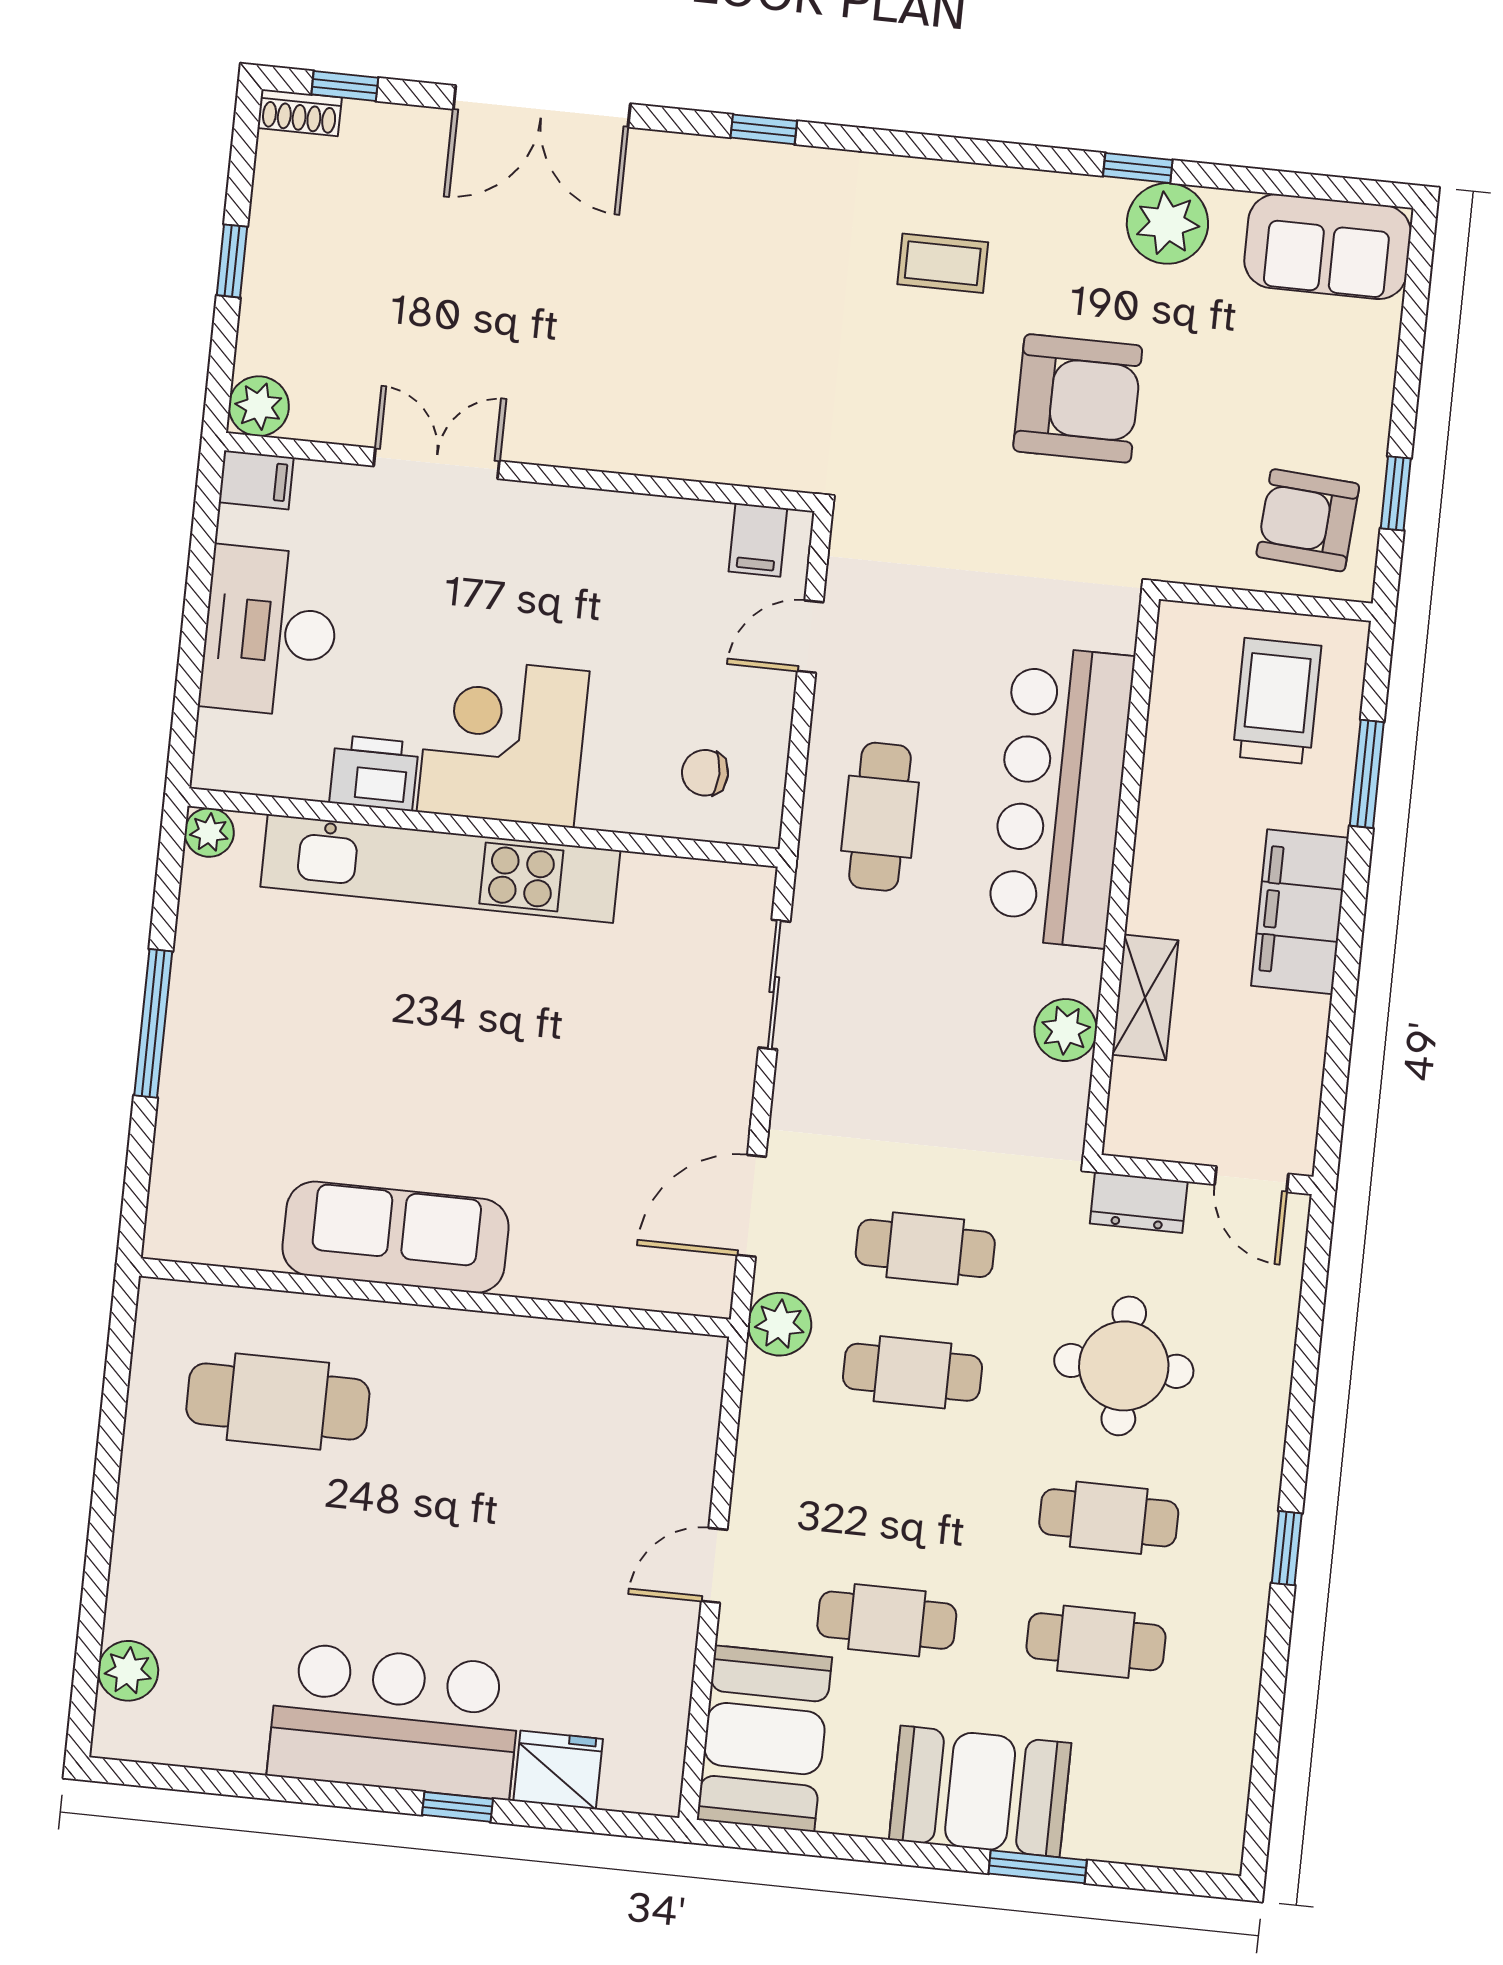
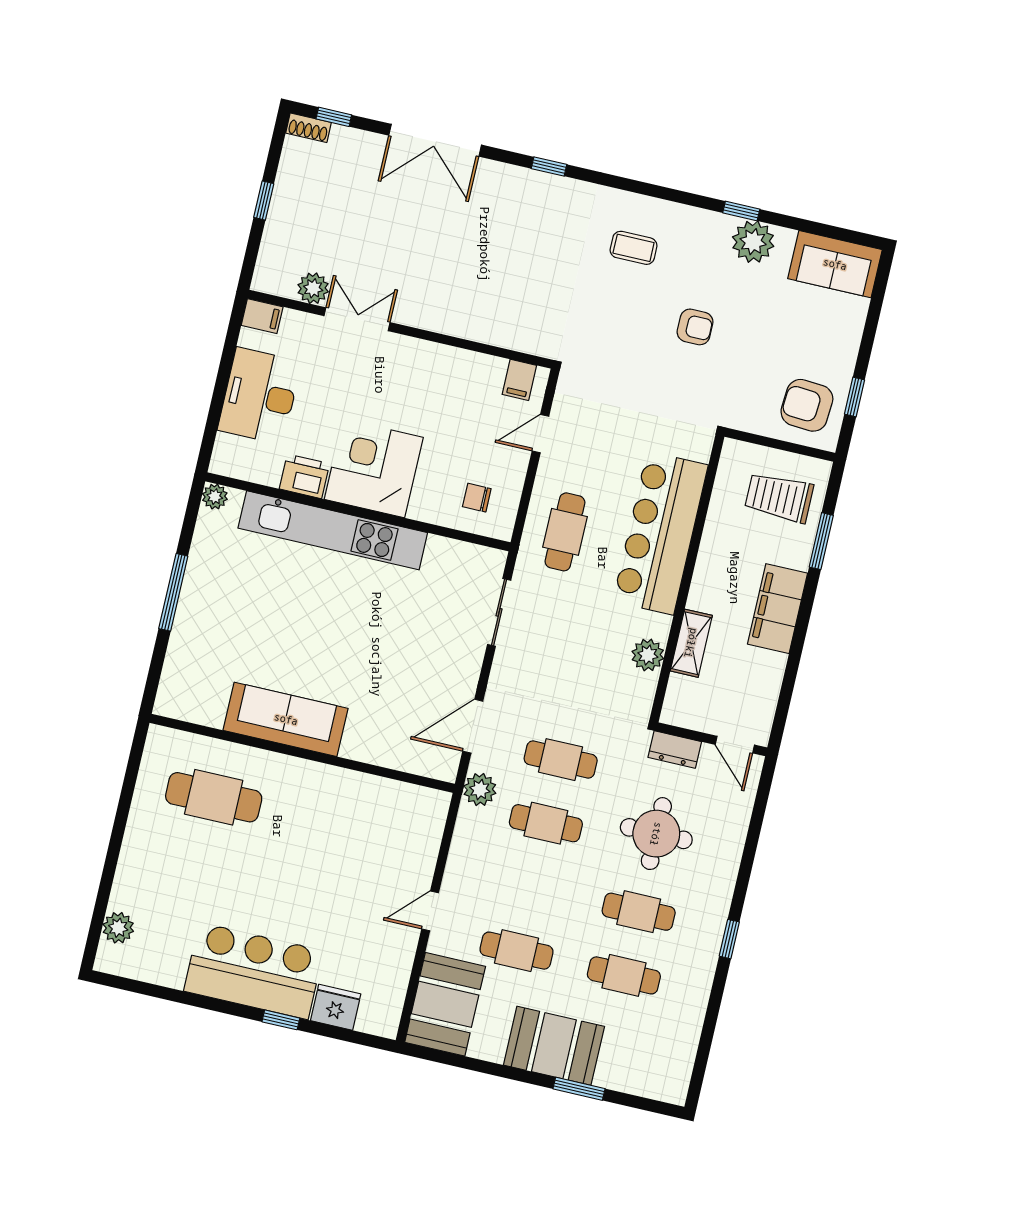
armchair: (1078, 398) -> (695, 327), width x0.53, depth x0.53
plant: (259, 406) -> (313, 288), moved
trolley: (1277, 701) -> (779, 497), turned -90

